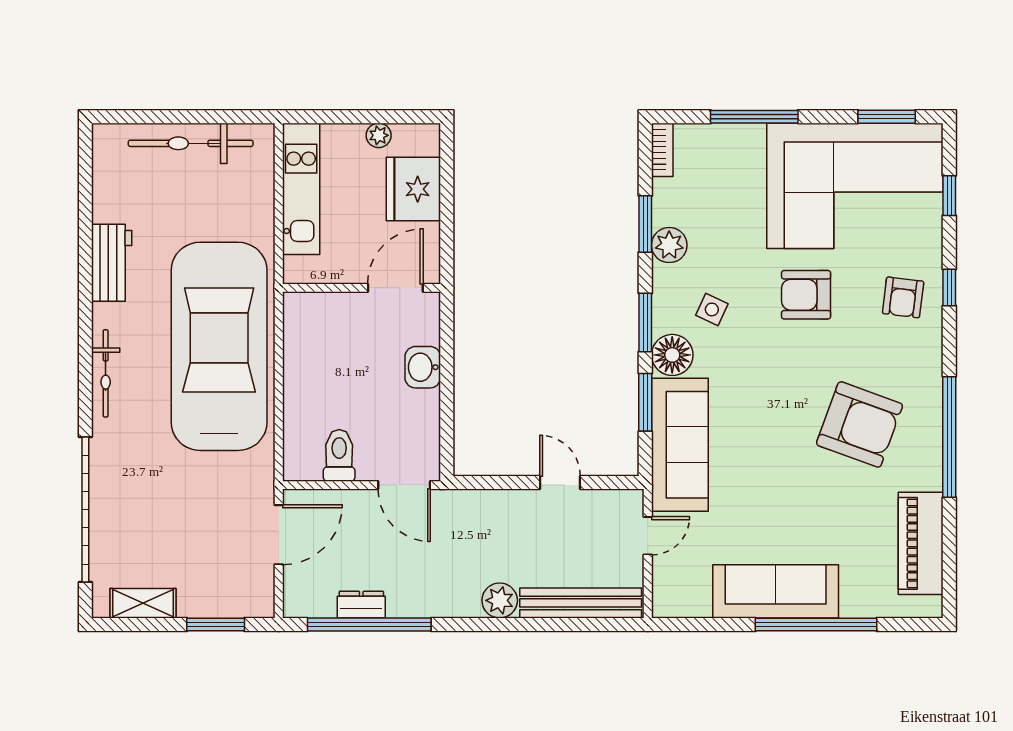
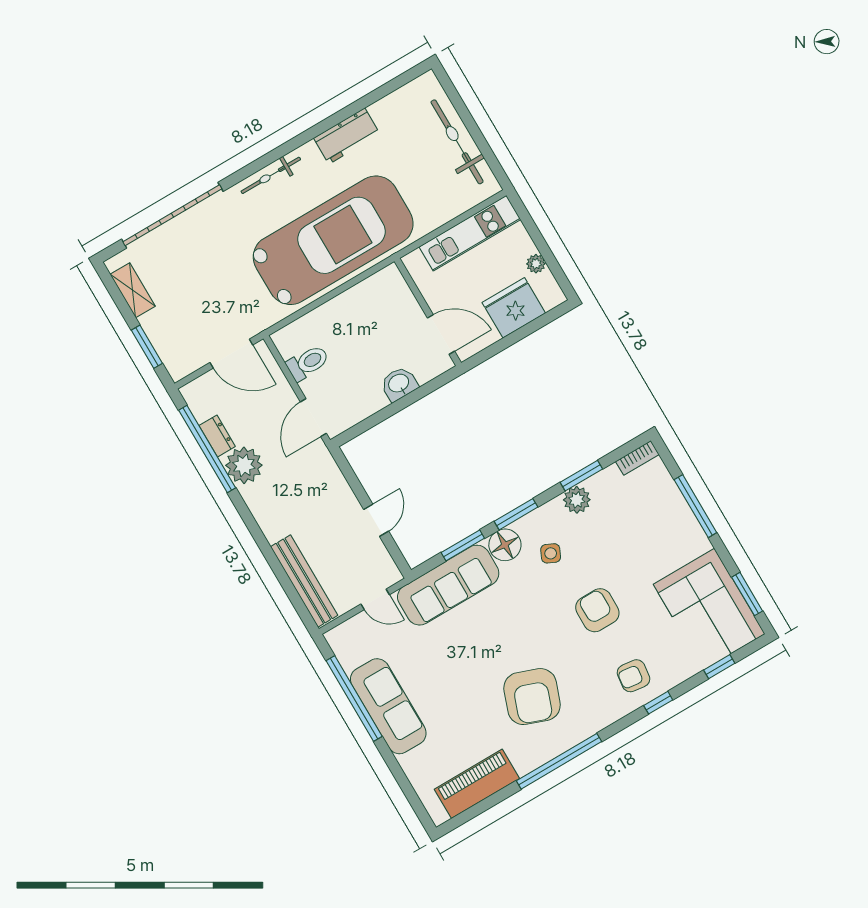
corner sofa: (855, 186) -> (709, 609), width x0.73, depth x0.74
plant: (500, 600) -> (244, 465), moved, width x1.36, depth x1.36
window: (816, 624) -> (354, 699), moved

